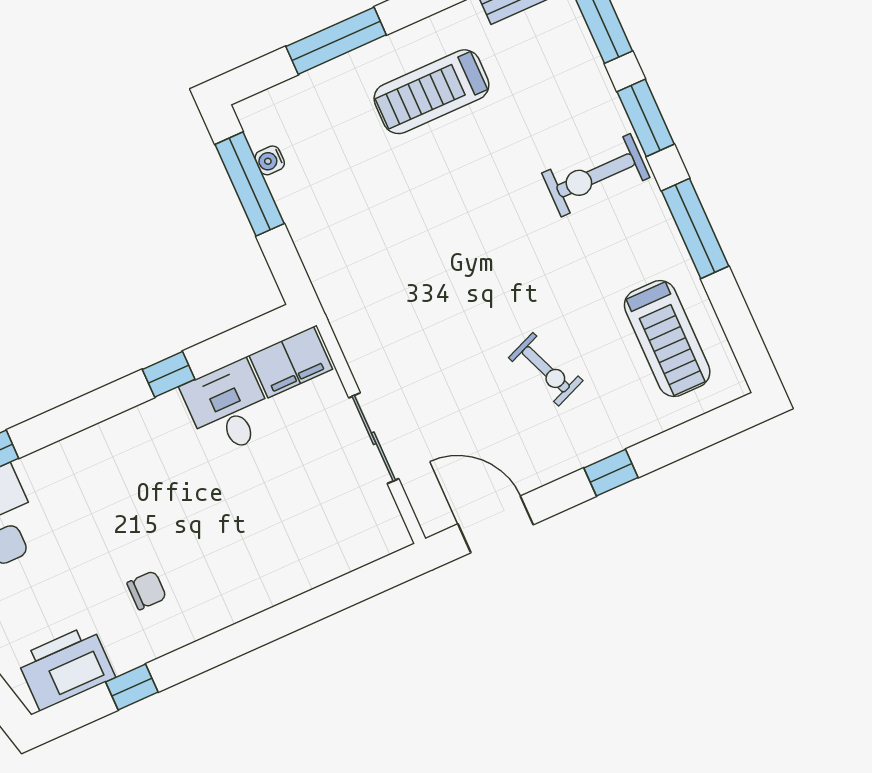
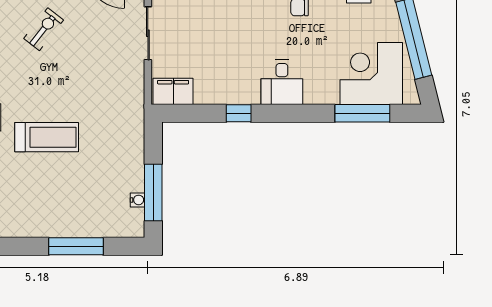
treadmill: (431, 92) -> (47, 137), moved
exercise bike: (546, 369) -> (44, 29), turned 60
desk: (229, 408) -> (282, 82), moved

